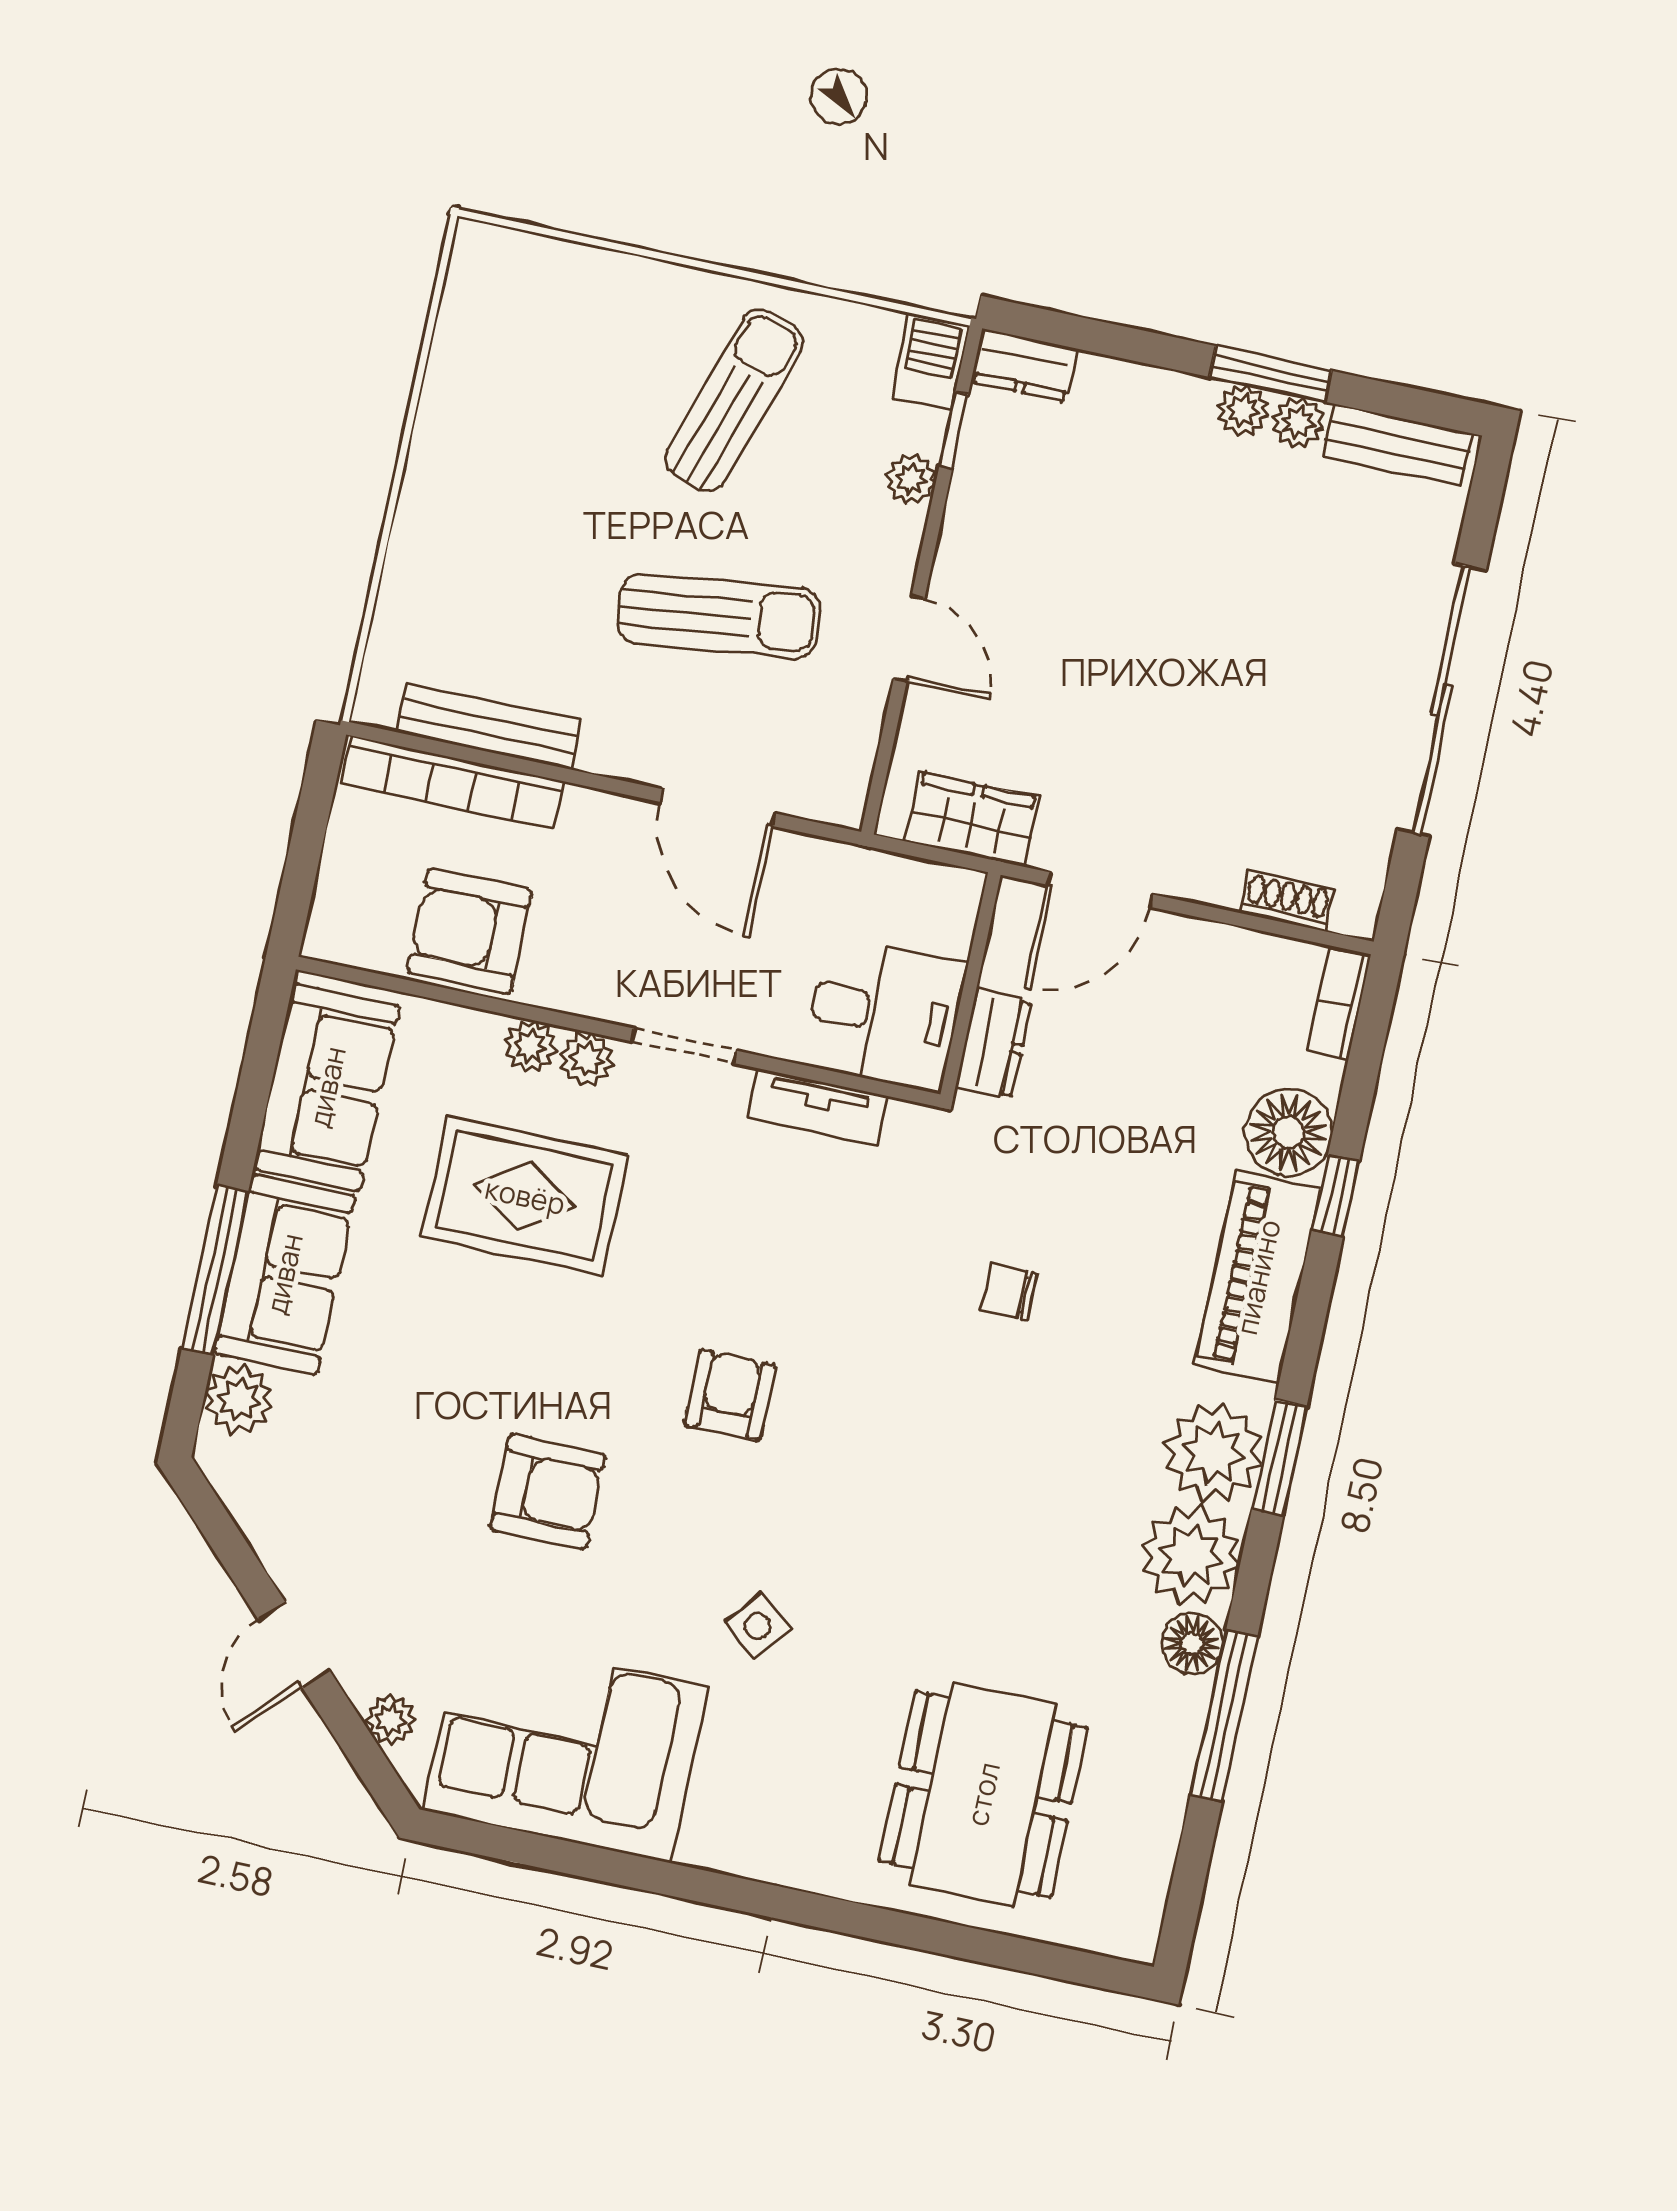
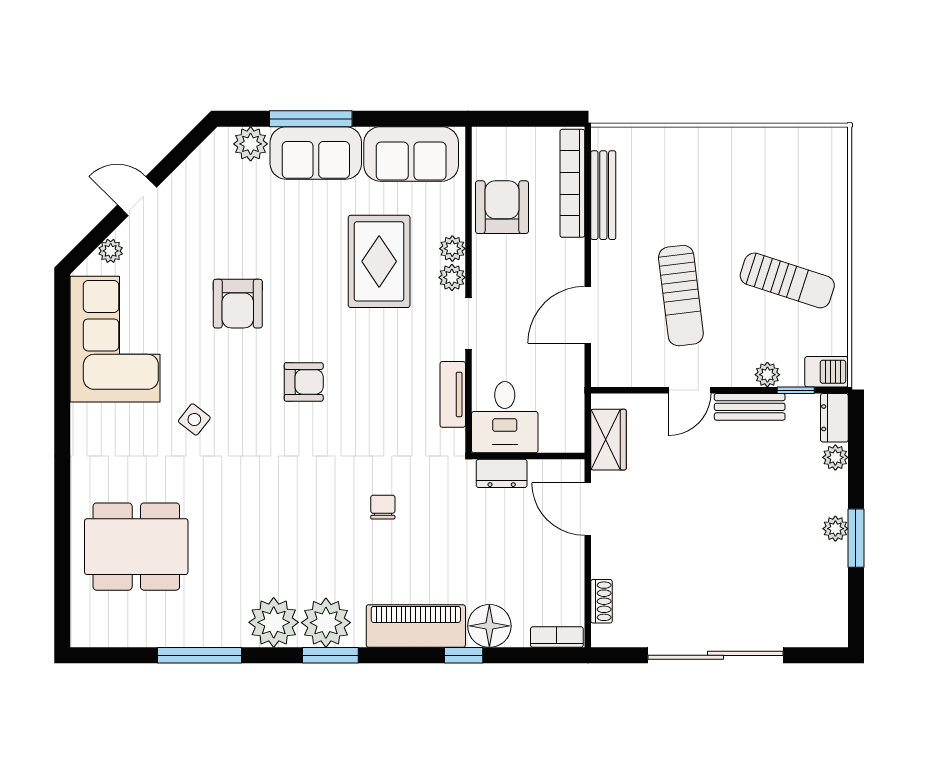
plant: (1298, 422) -> (835, 457), moved
bench: (1397, 445) -> (750, 407), moved, turned 90
floor lamp: (1192, 1644) -> (231, 632), removed

